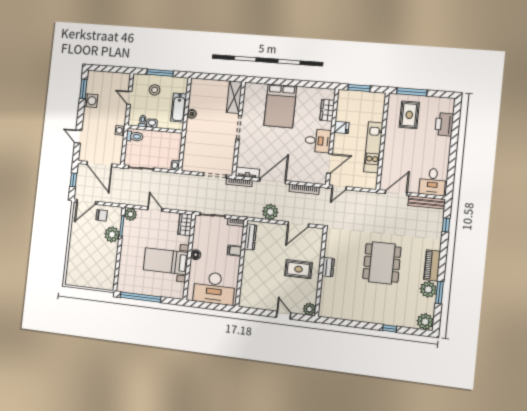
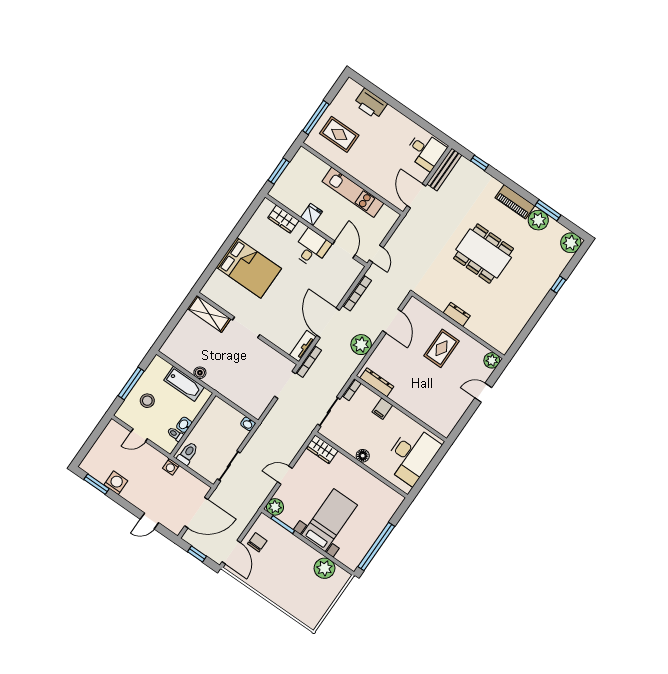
plant: (112, 235) -> (325, 568), moved
bed with nightstands: (166, 261) -> (329, 520), moved, turned 180

